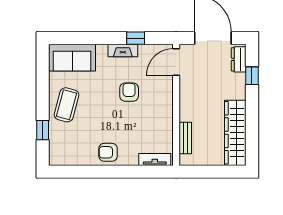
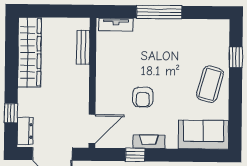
armchair: (108, 152) -> (166, 33), removed
window: (115, 172) -> (159, 12), added

